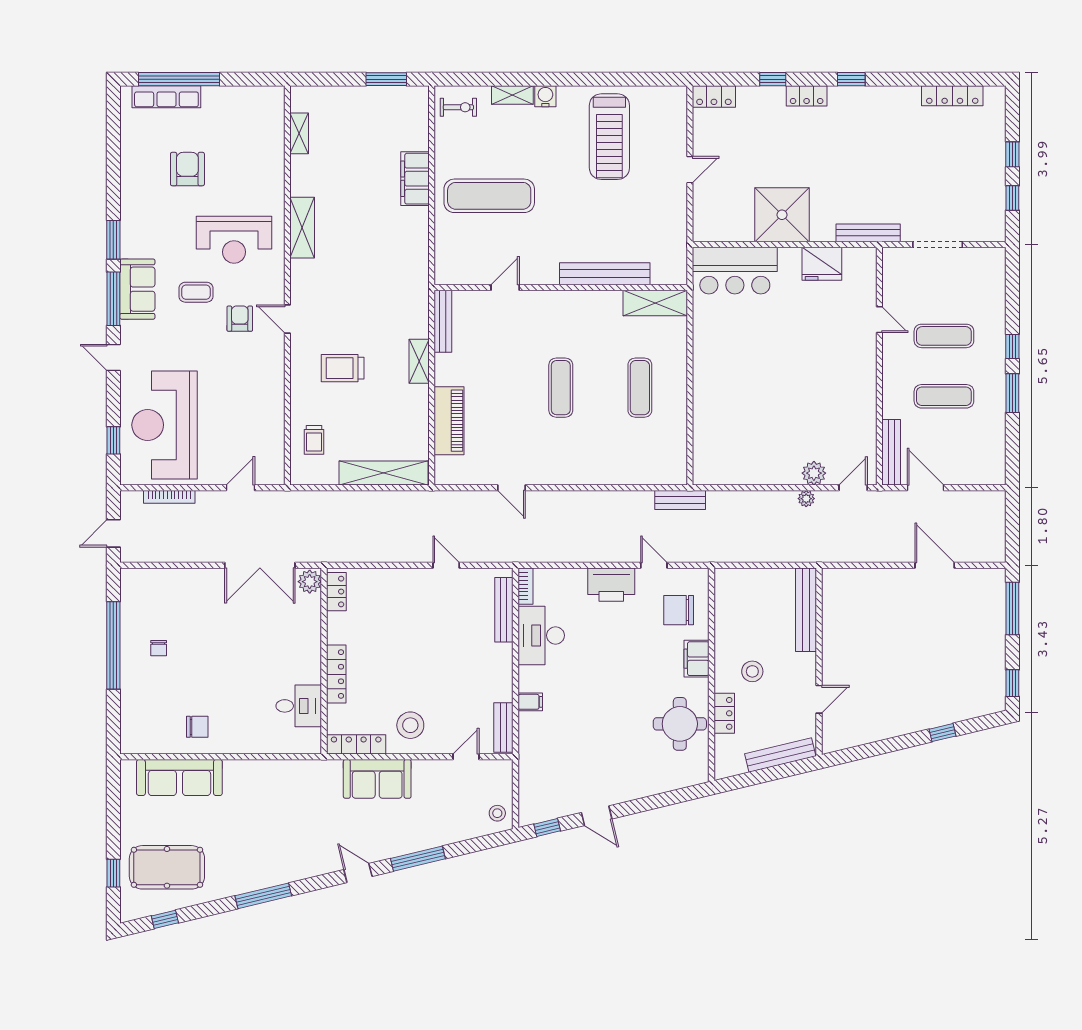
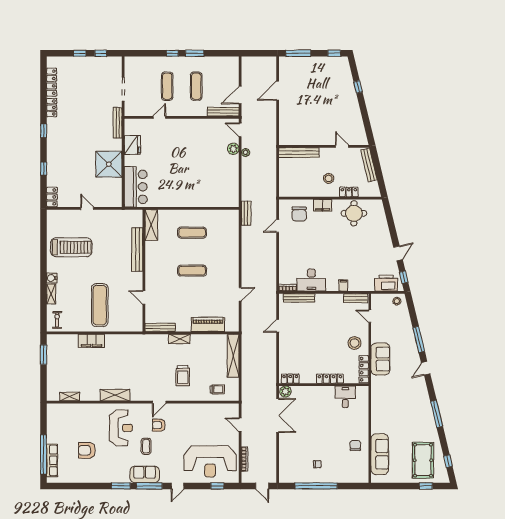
locker: (807, 96) -> (52, 108), moved
printer: (611, 585) -> (386, 283), moved, turned -90

